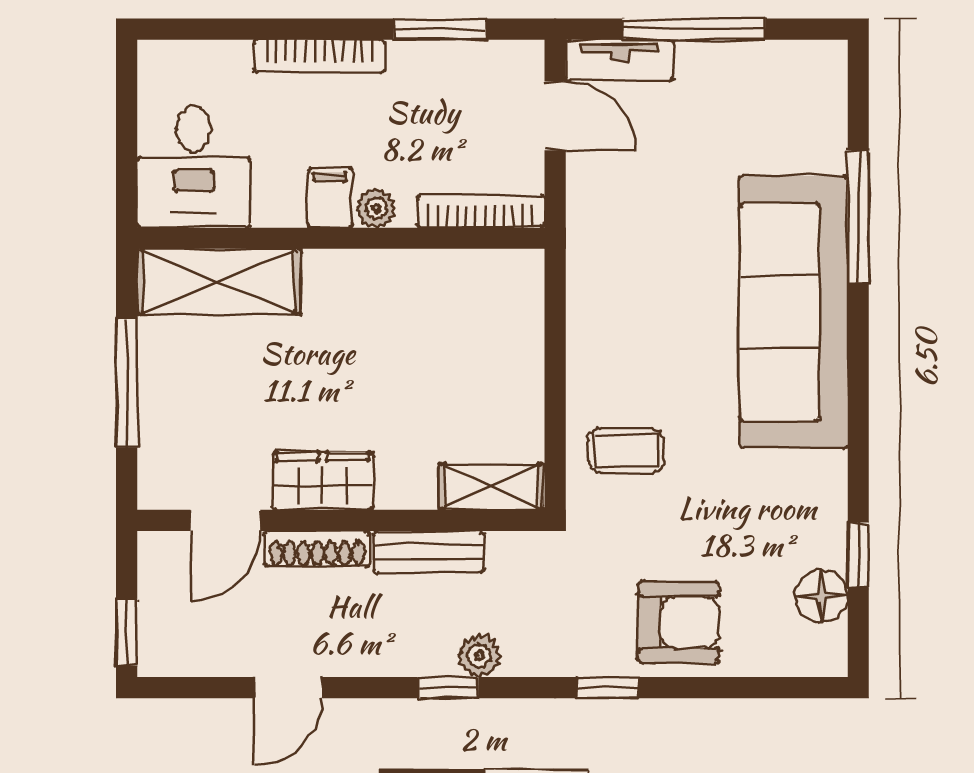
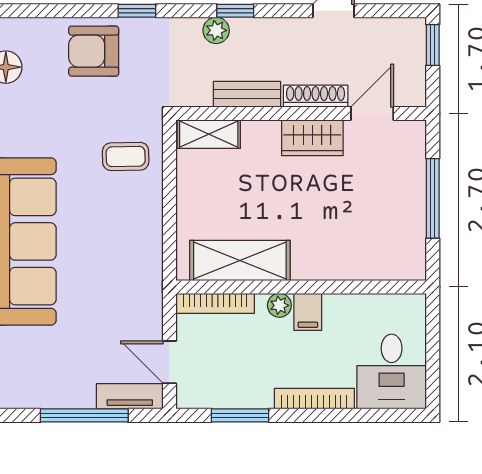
desk: (194, 167) -> (392, 372), moved, turned 180
shelving: (219, 281) -> (240, 260), moved

